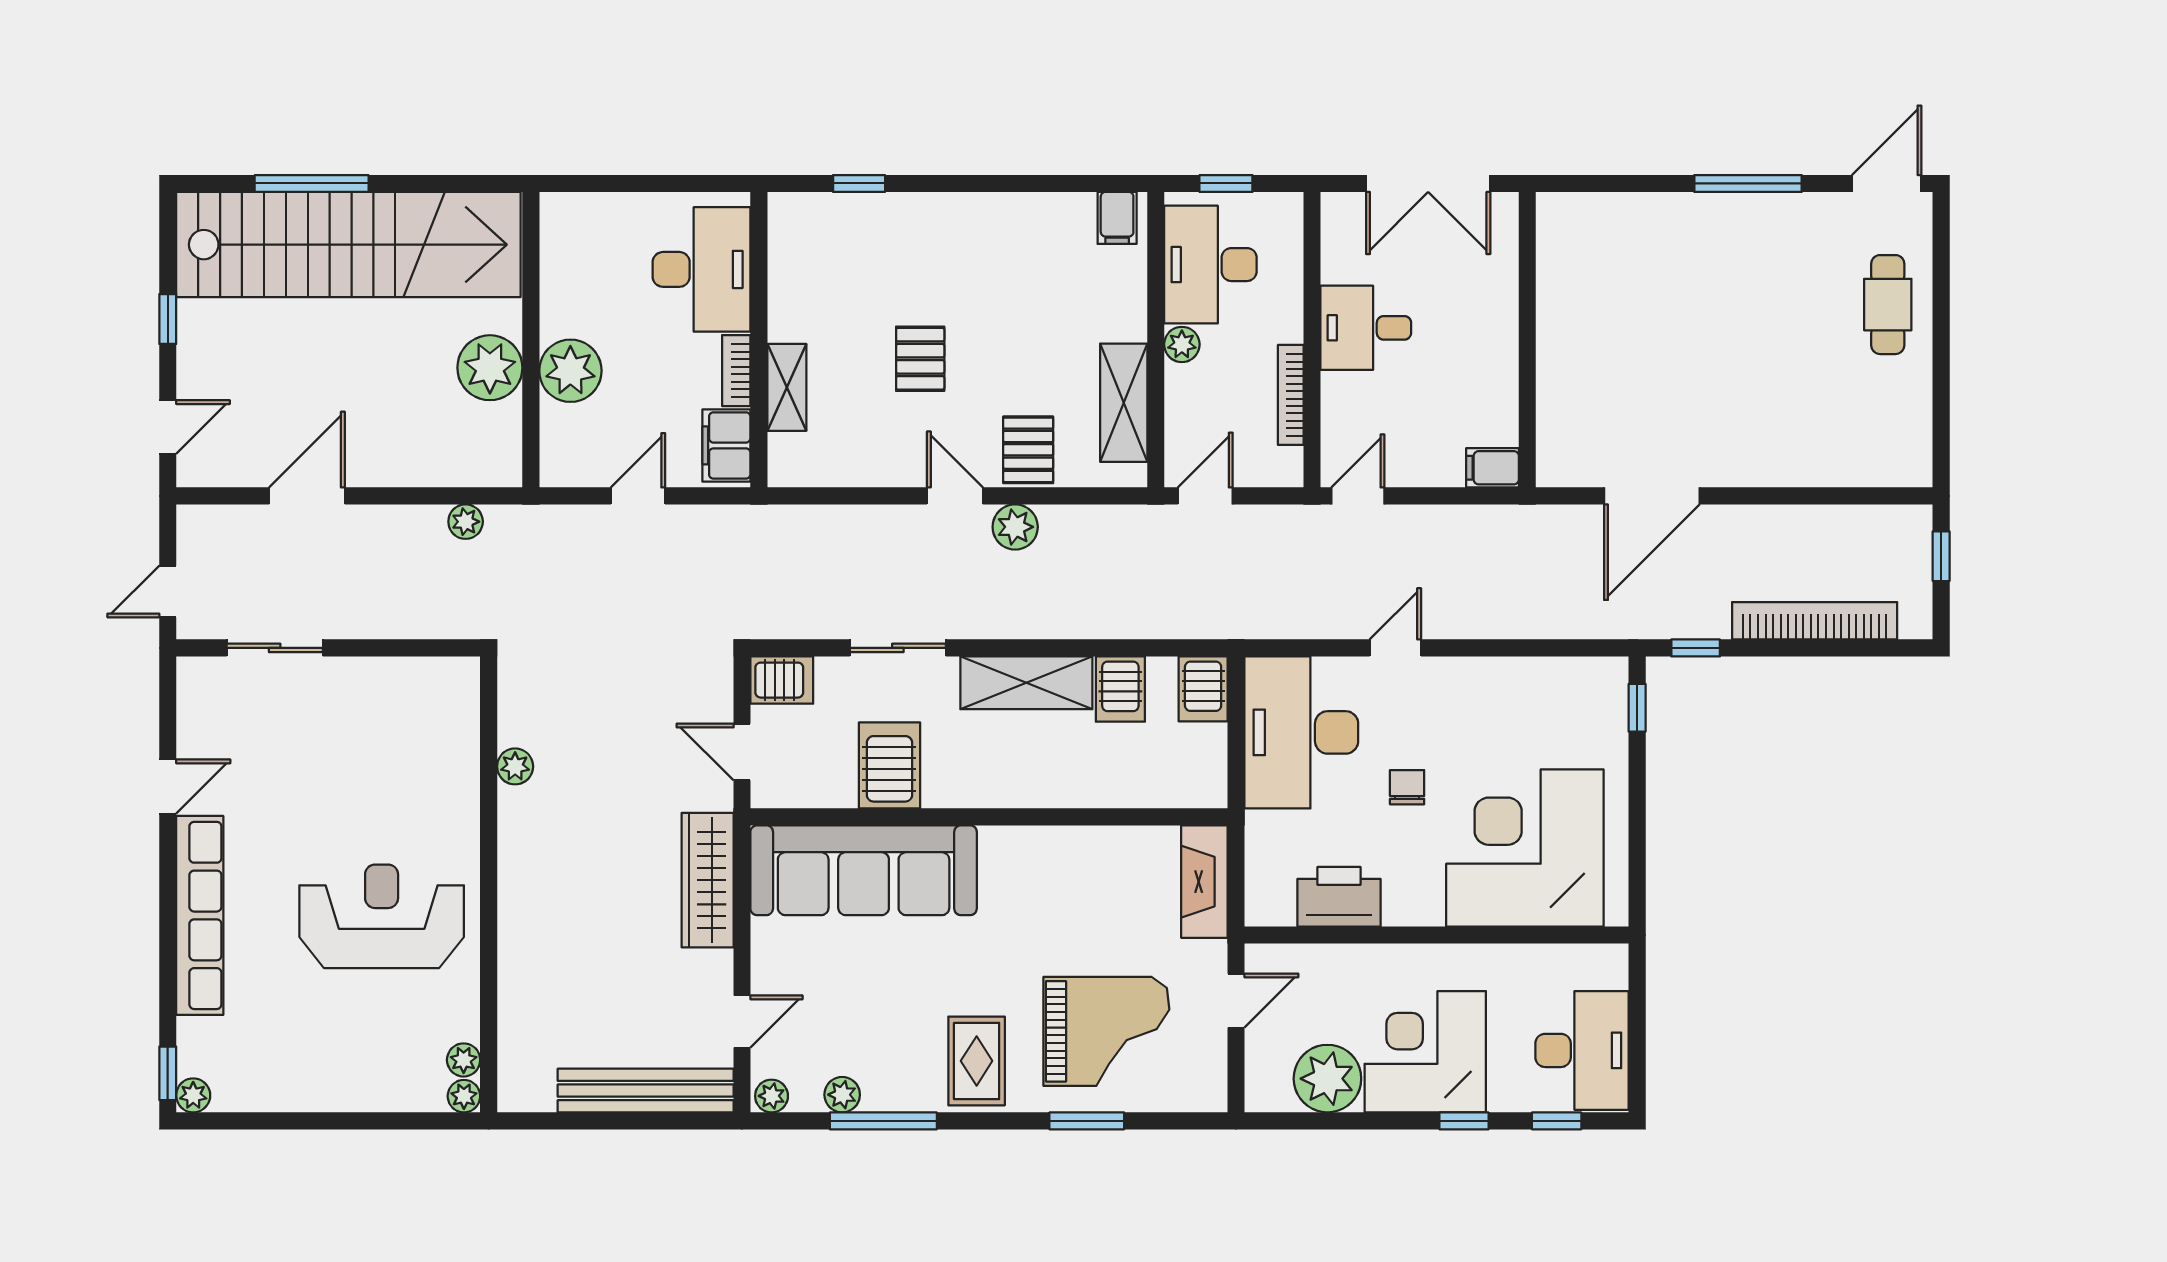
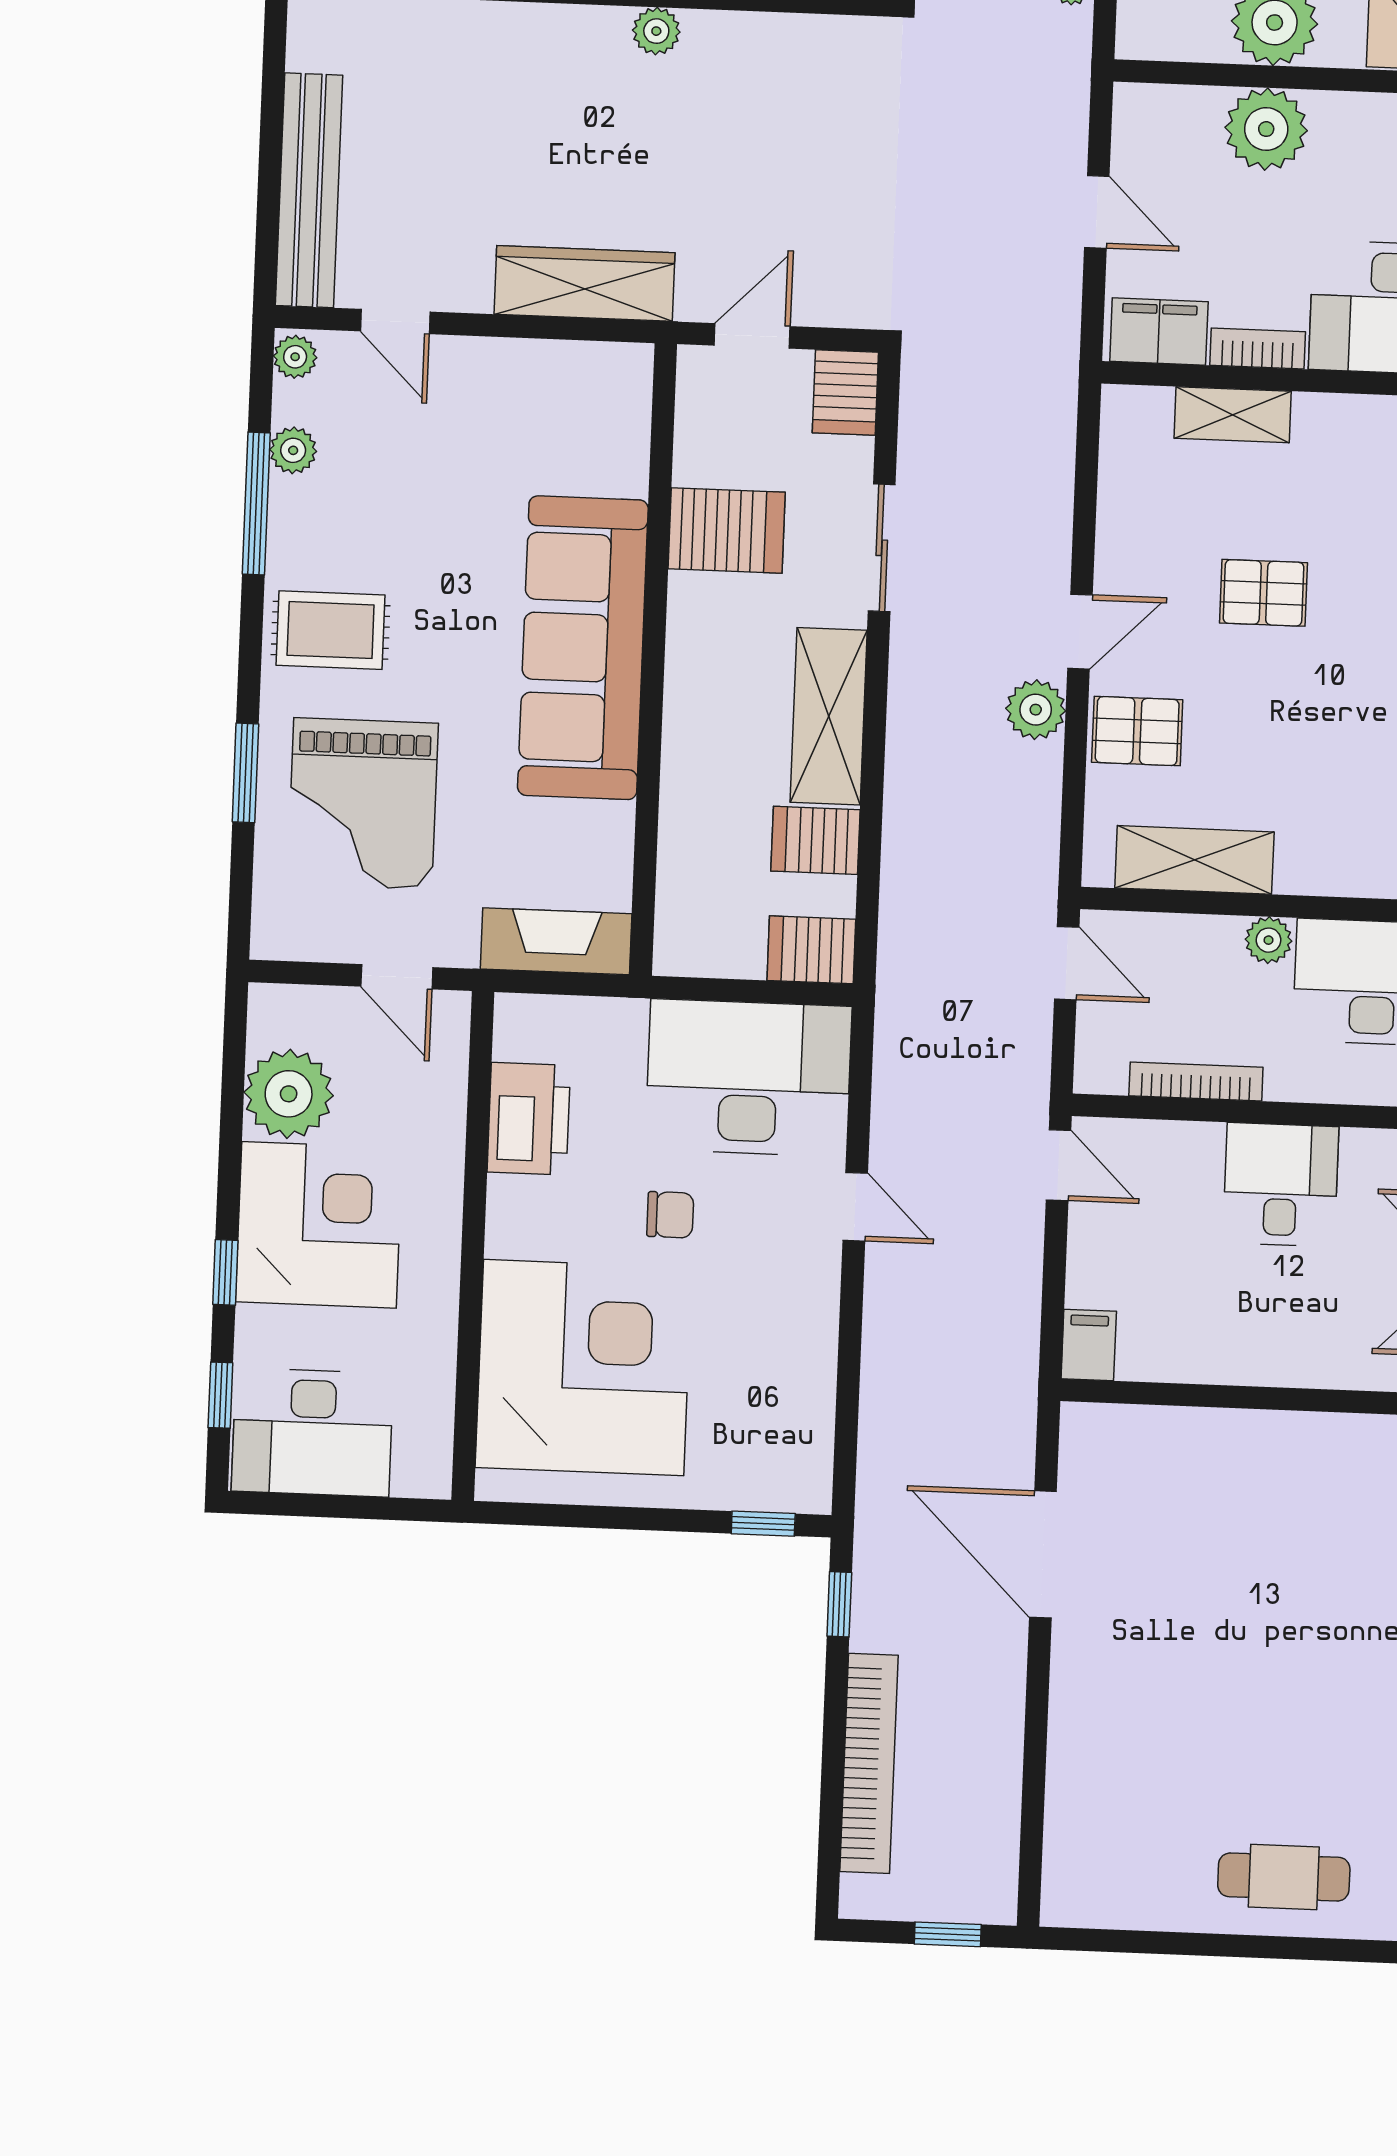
plant: (515, 766) -> (656, 31), moved
sofa: (864, 870) -> (583, 648), moved

